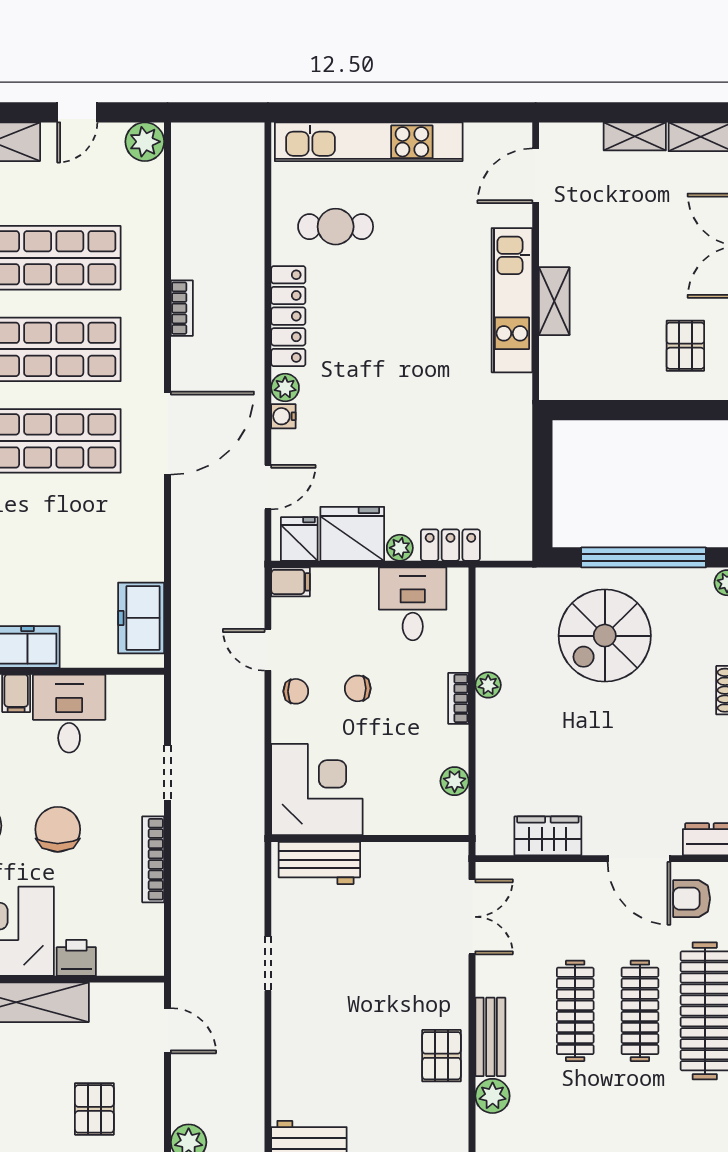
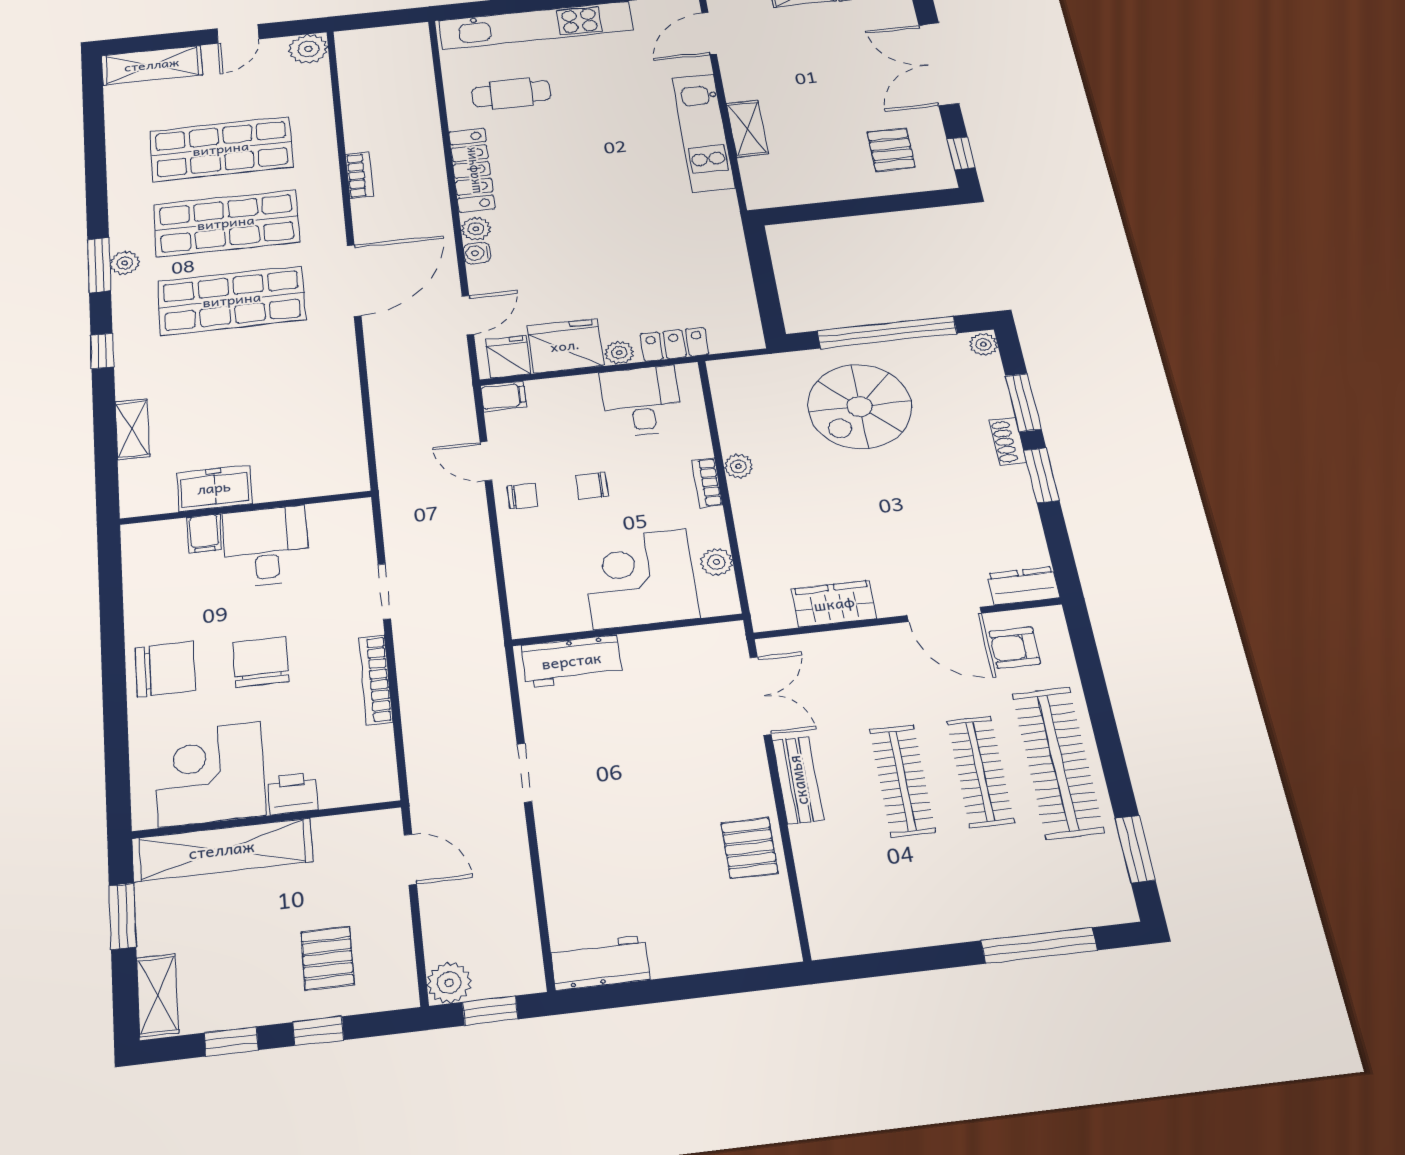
freezer: (141, 618) -> (340, 447), removed
corner desk: (317, 789) -> (640, 579), moved, turned -90
bench: (490, 1037) -> (798, 780), moved
plant: (493, 1096) -> (820, 885), removed

